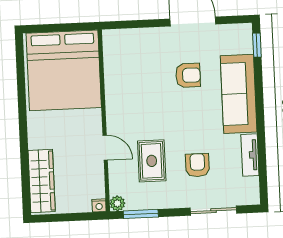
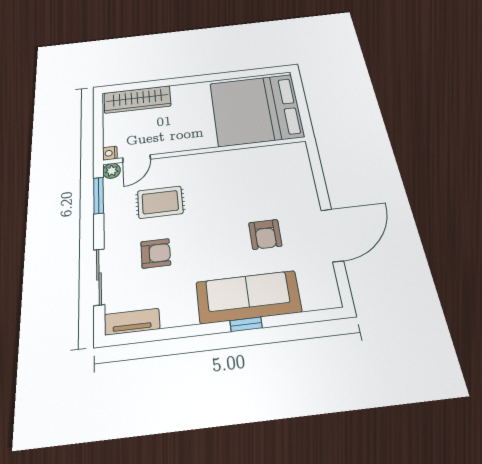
window: (257, 45) -> (246, 324), moved
door: (105, 148) -> (137, 159), moved
tv unit: (250, 155) -> (132, 322), moved

